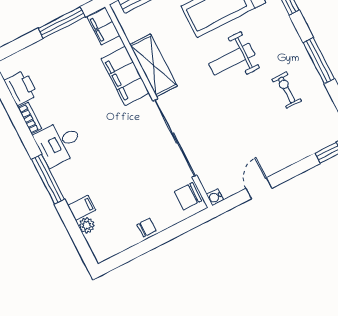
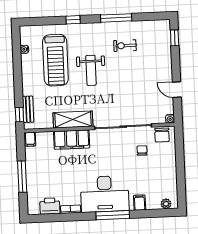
window: (62, 23) -> (22, 177), moved
filing cabinet: (103, 26) -> (30, 139), width x0.50
desk: (59, 143) -> (105, 194), width x1.87, depth x1.30
plant: (87, 225) -> (166, 204), moved
chair: (147, 228) -> (142, 151), moved

